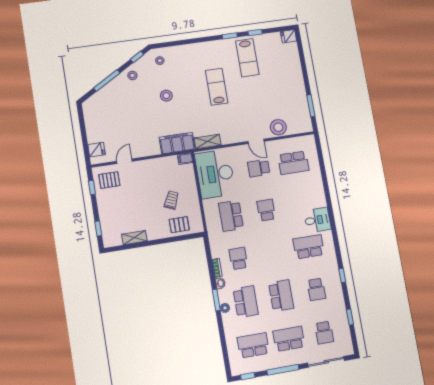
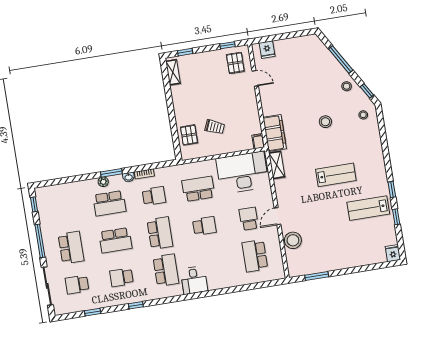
shelving: (134, 238) -> (173, 72), moved
school desk: (253, 345) -> (160, 233), moved

